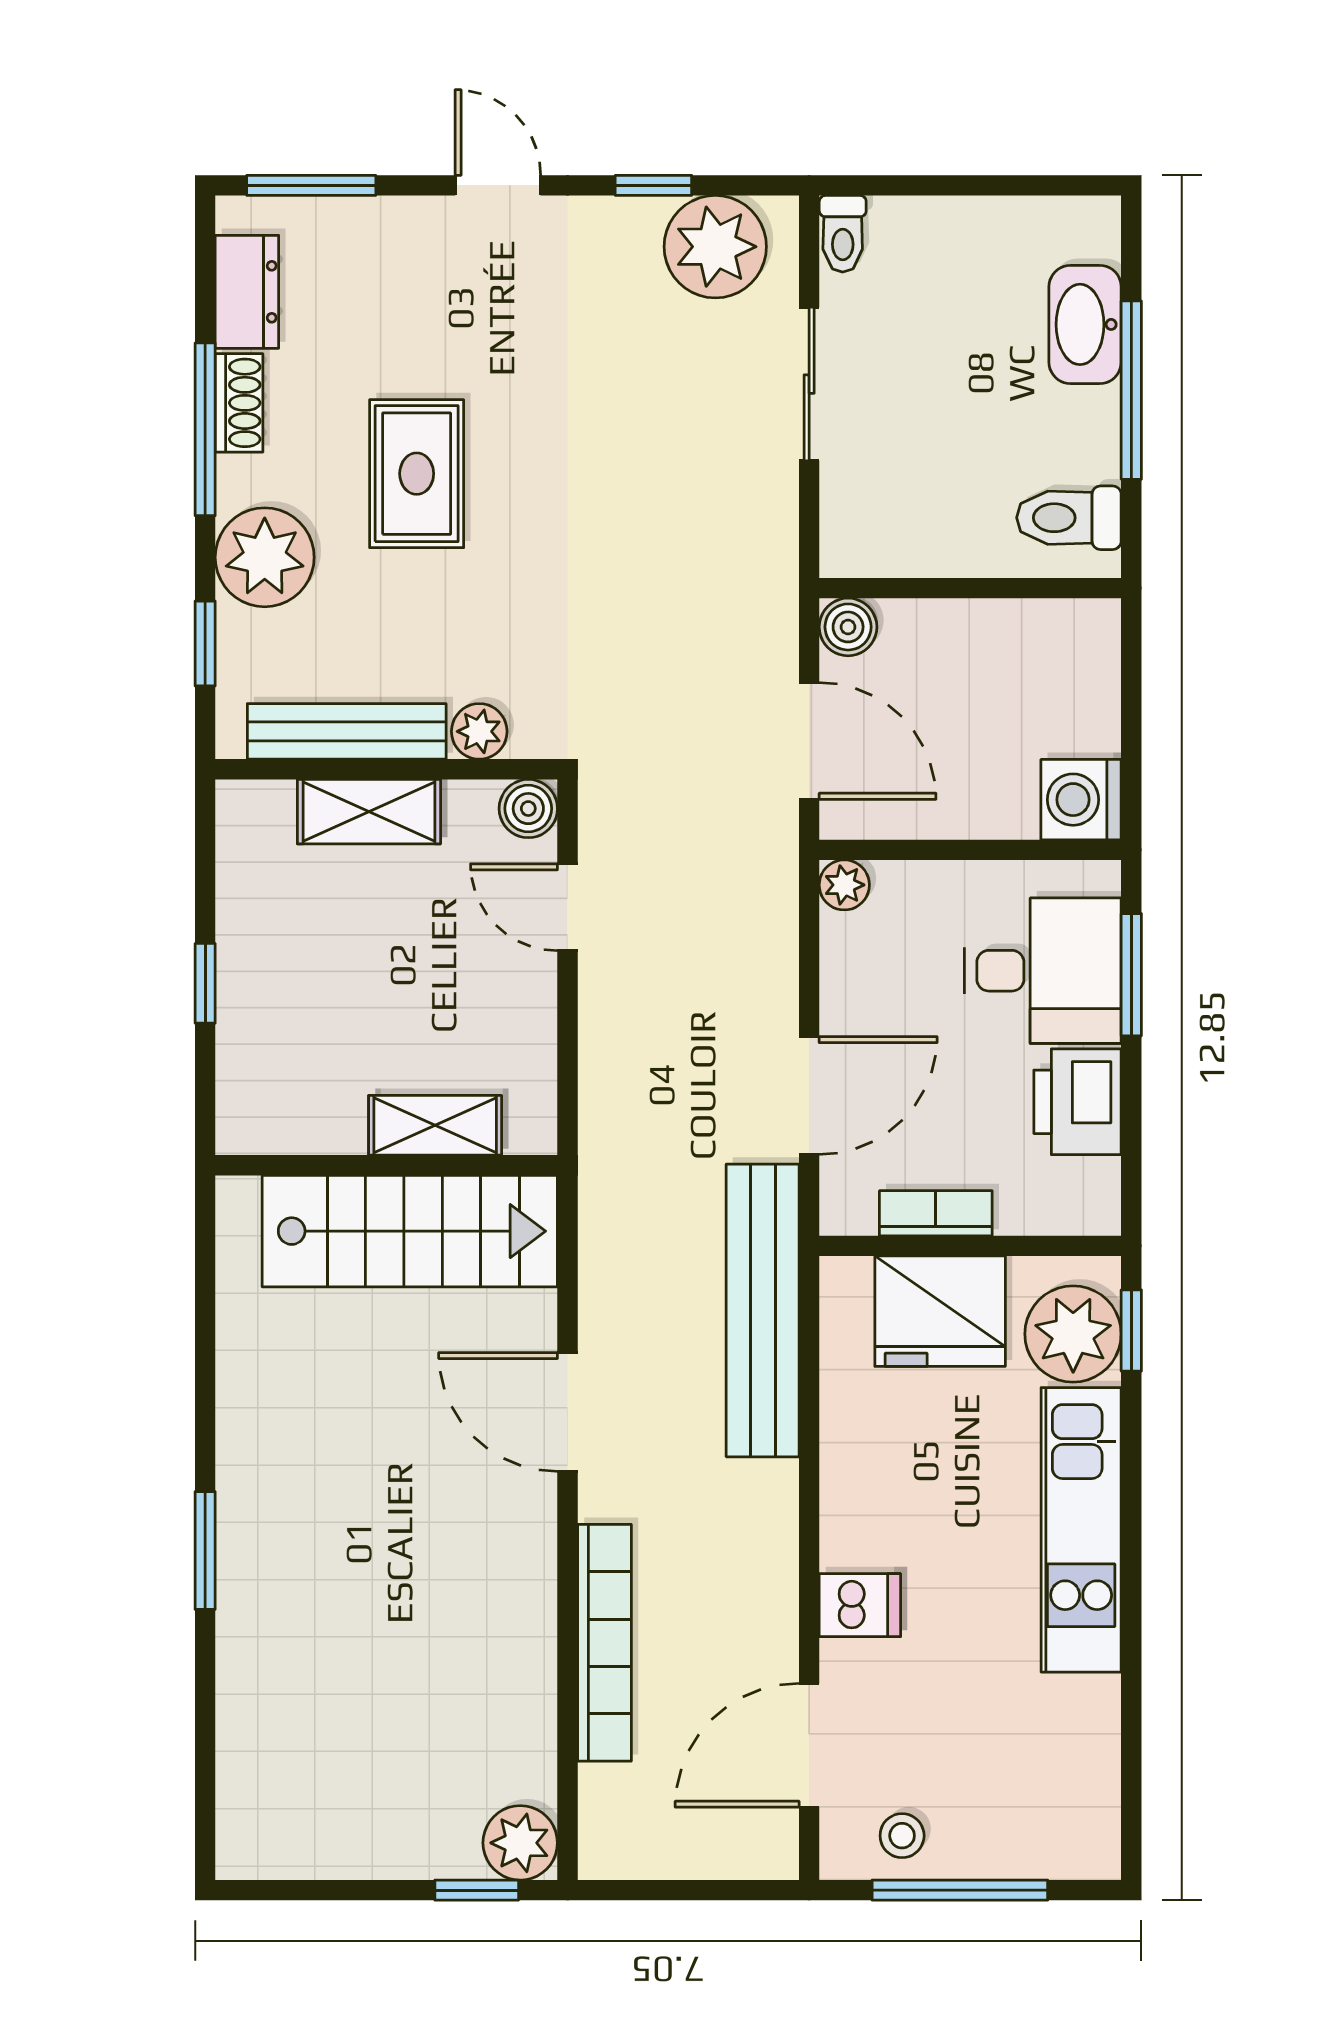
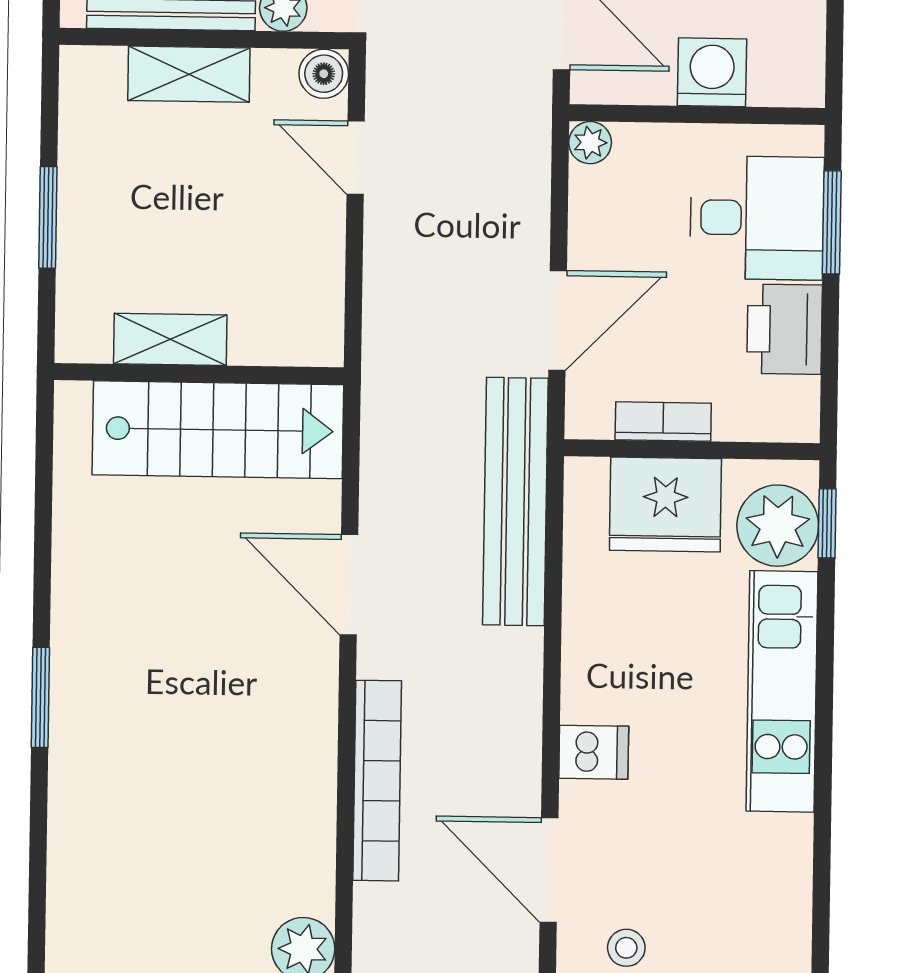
washing machine: (1081, 800) -> (712, 72), moved, turned 90
window: (205, 983) -> (48, 217), width x1.50
shelving: (435, 1125) -> (170, 339), moved
door: (809, 1745) -> (549, 870), hinge flipped

